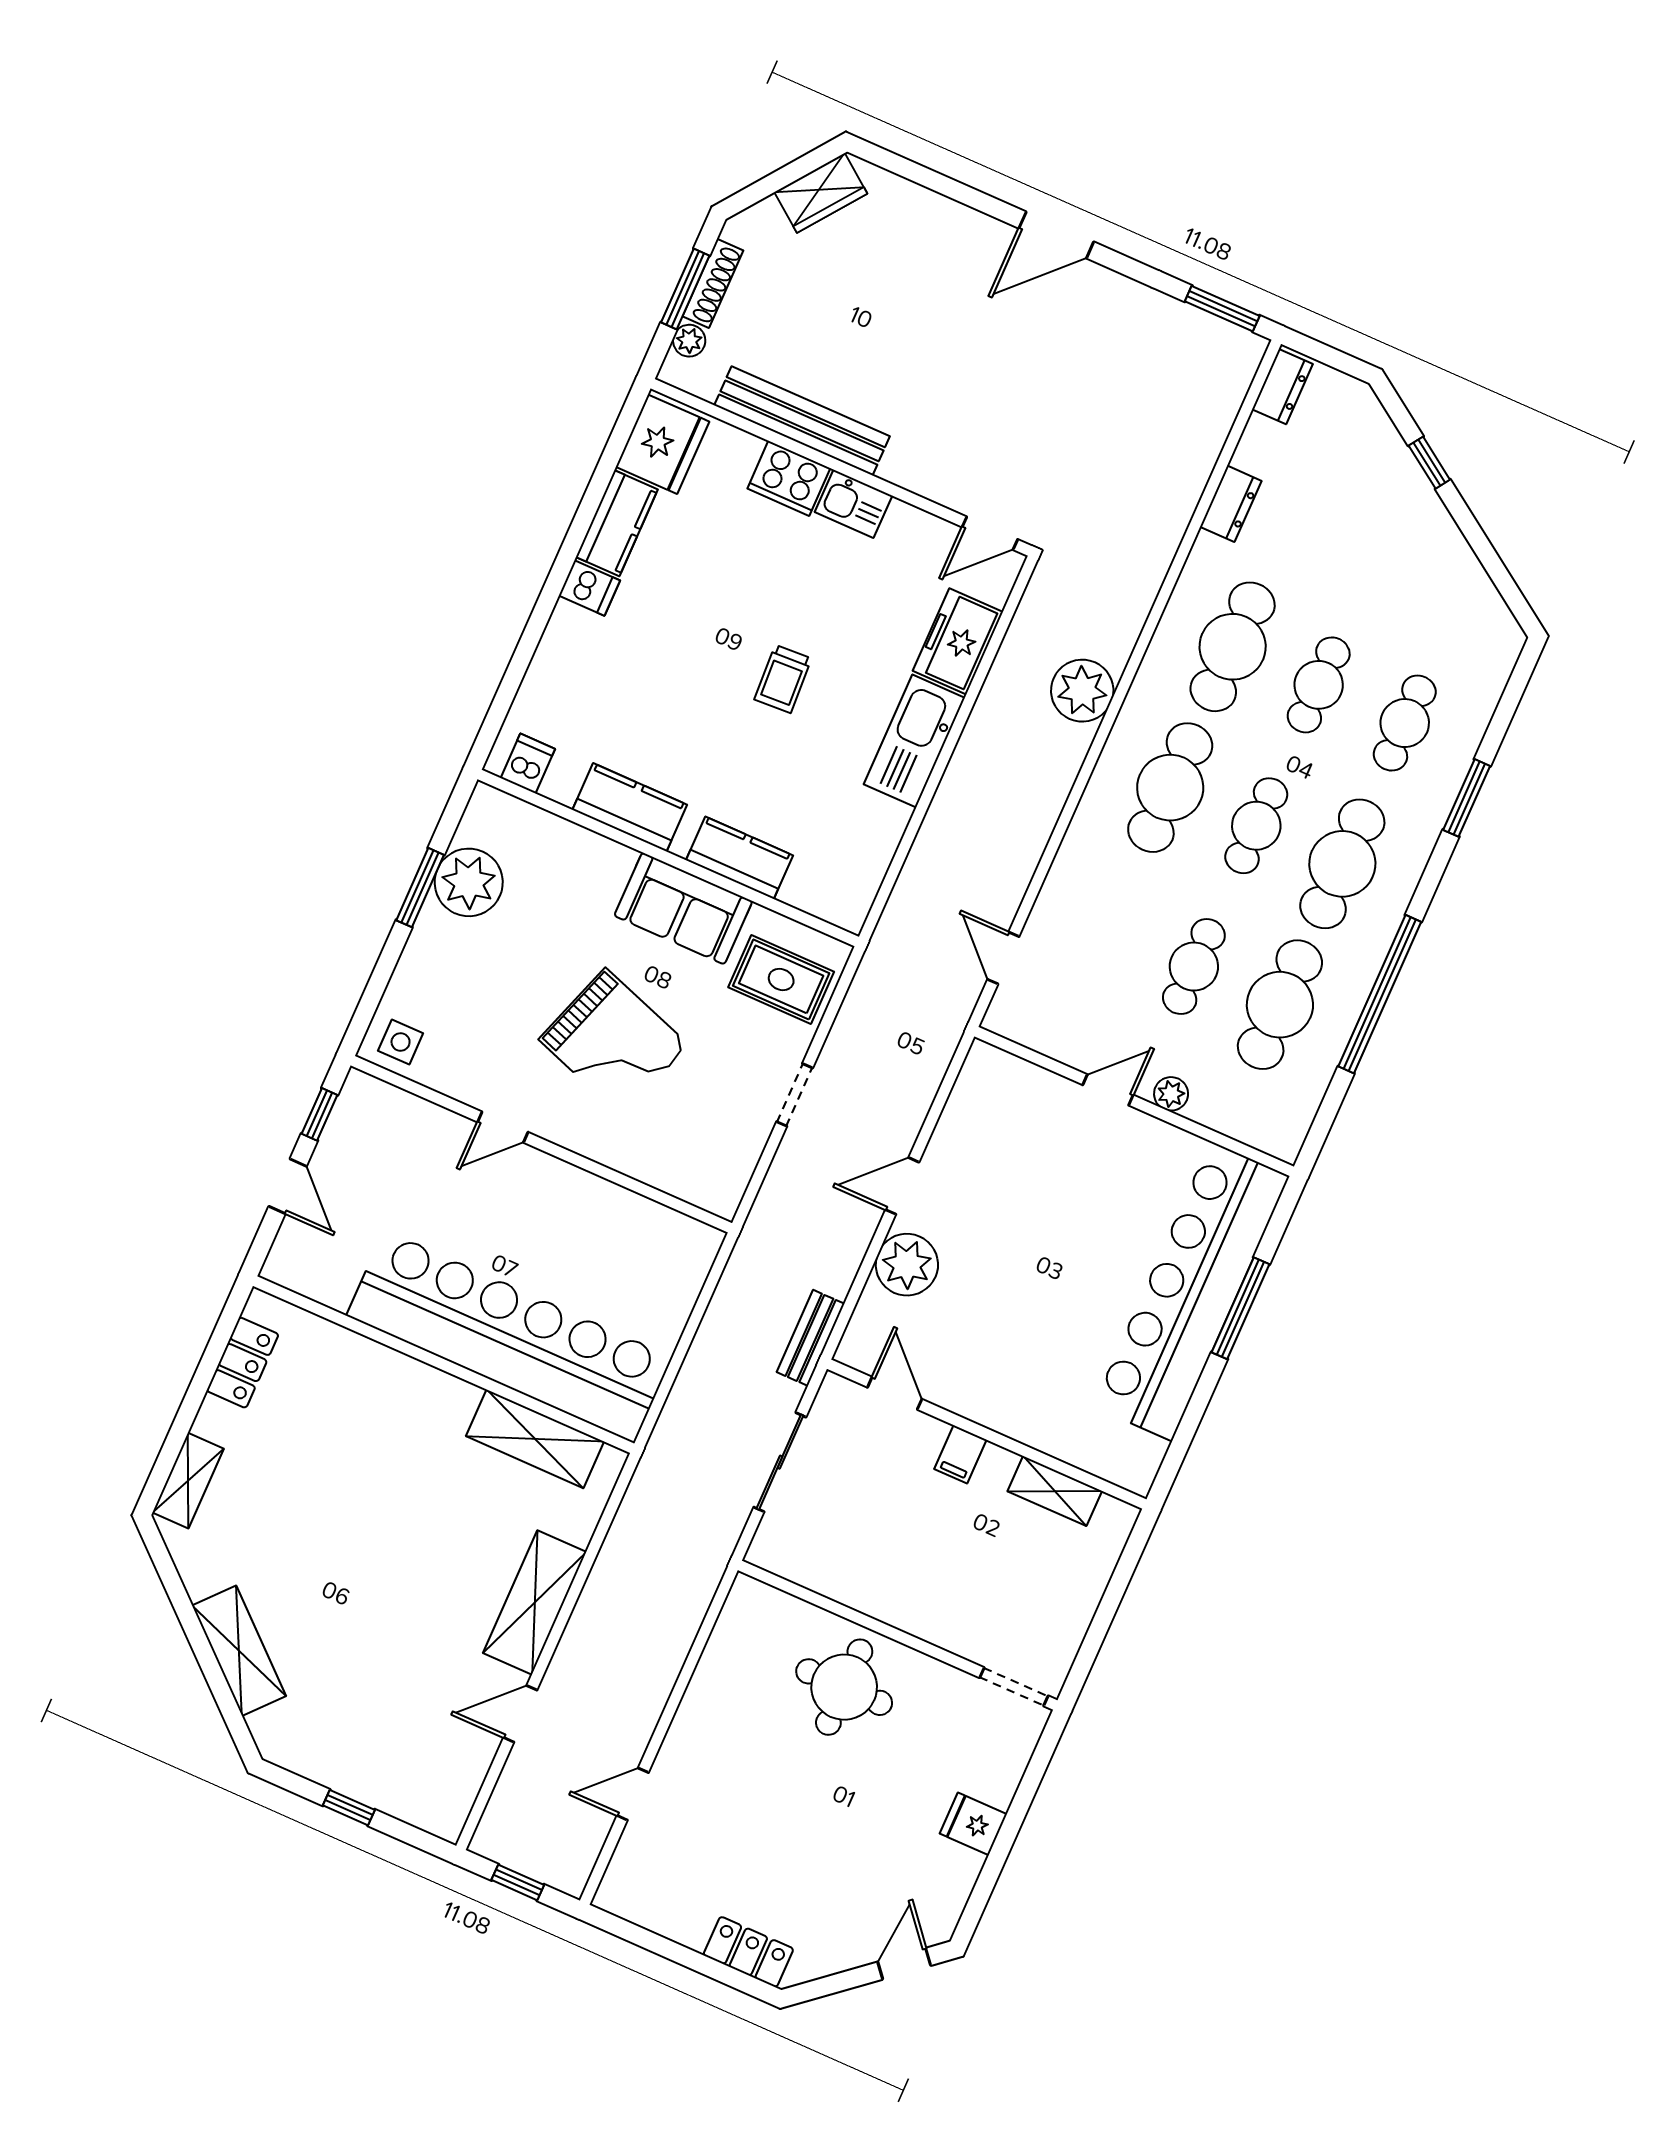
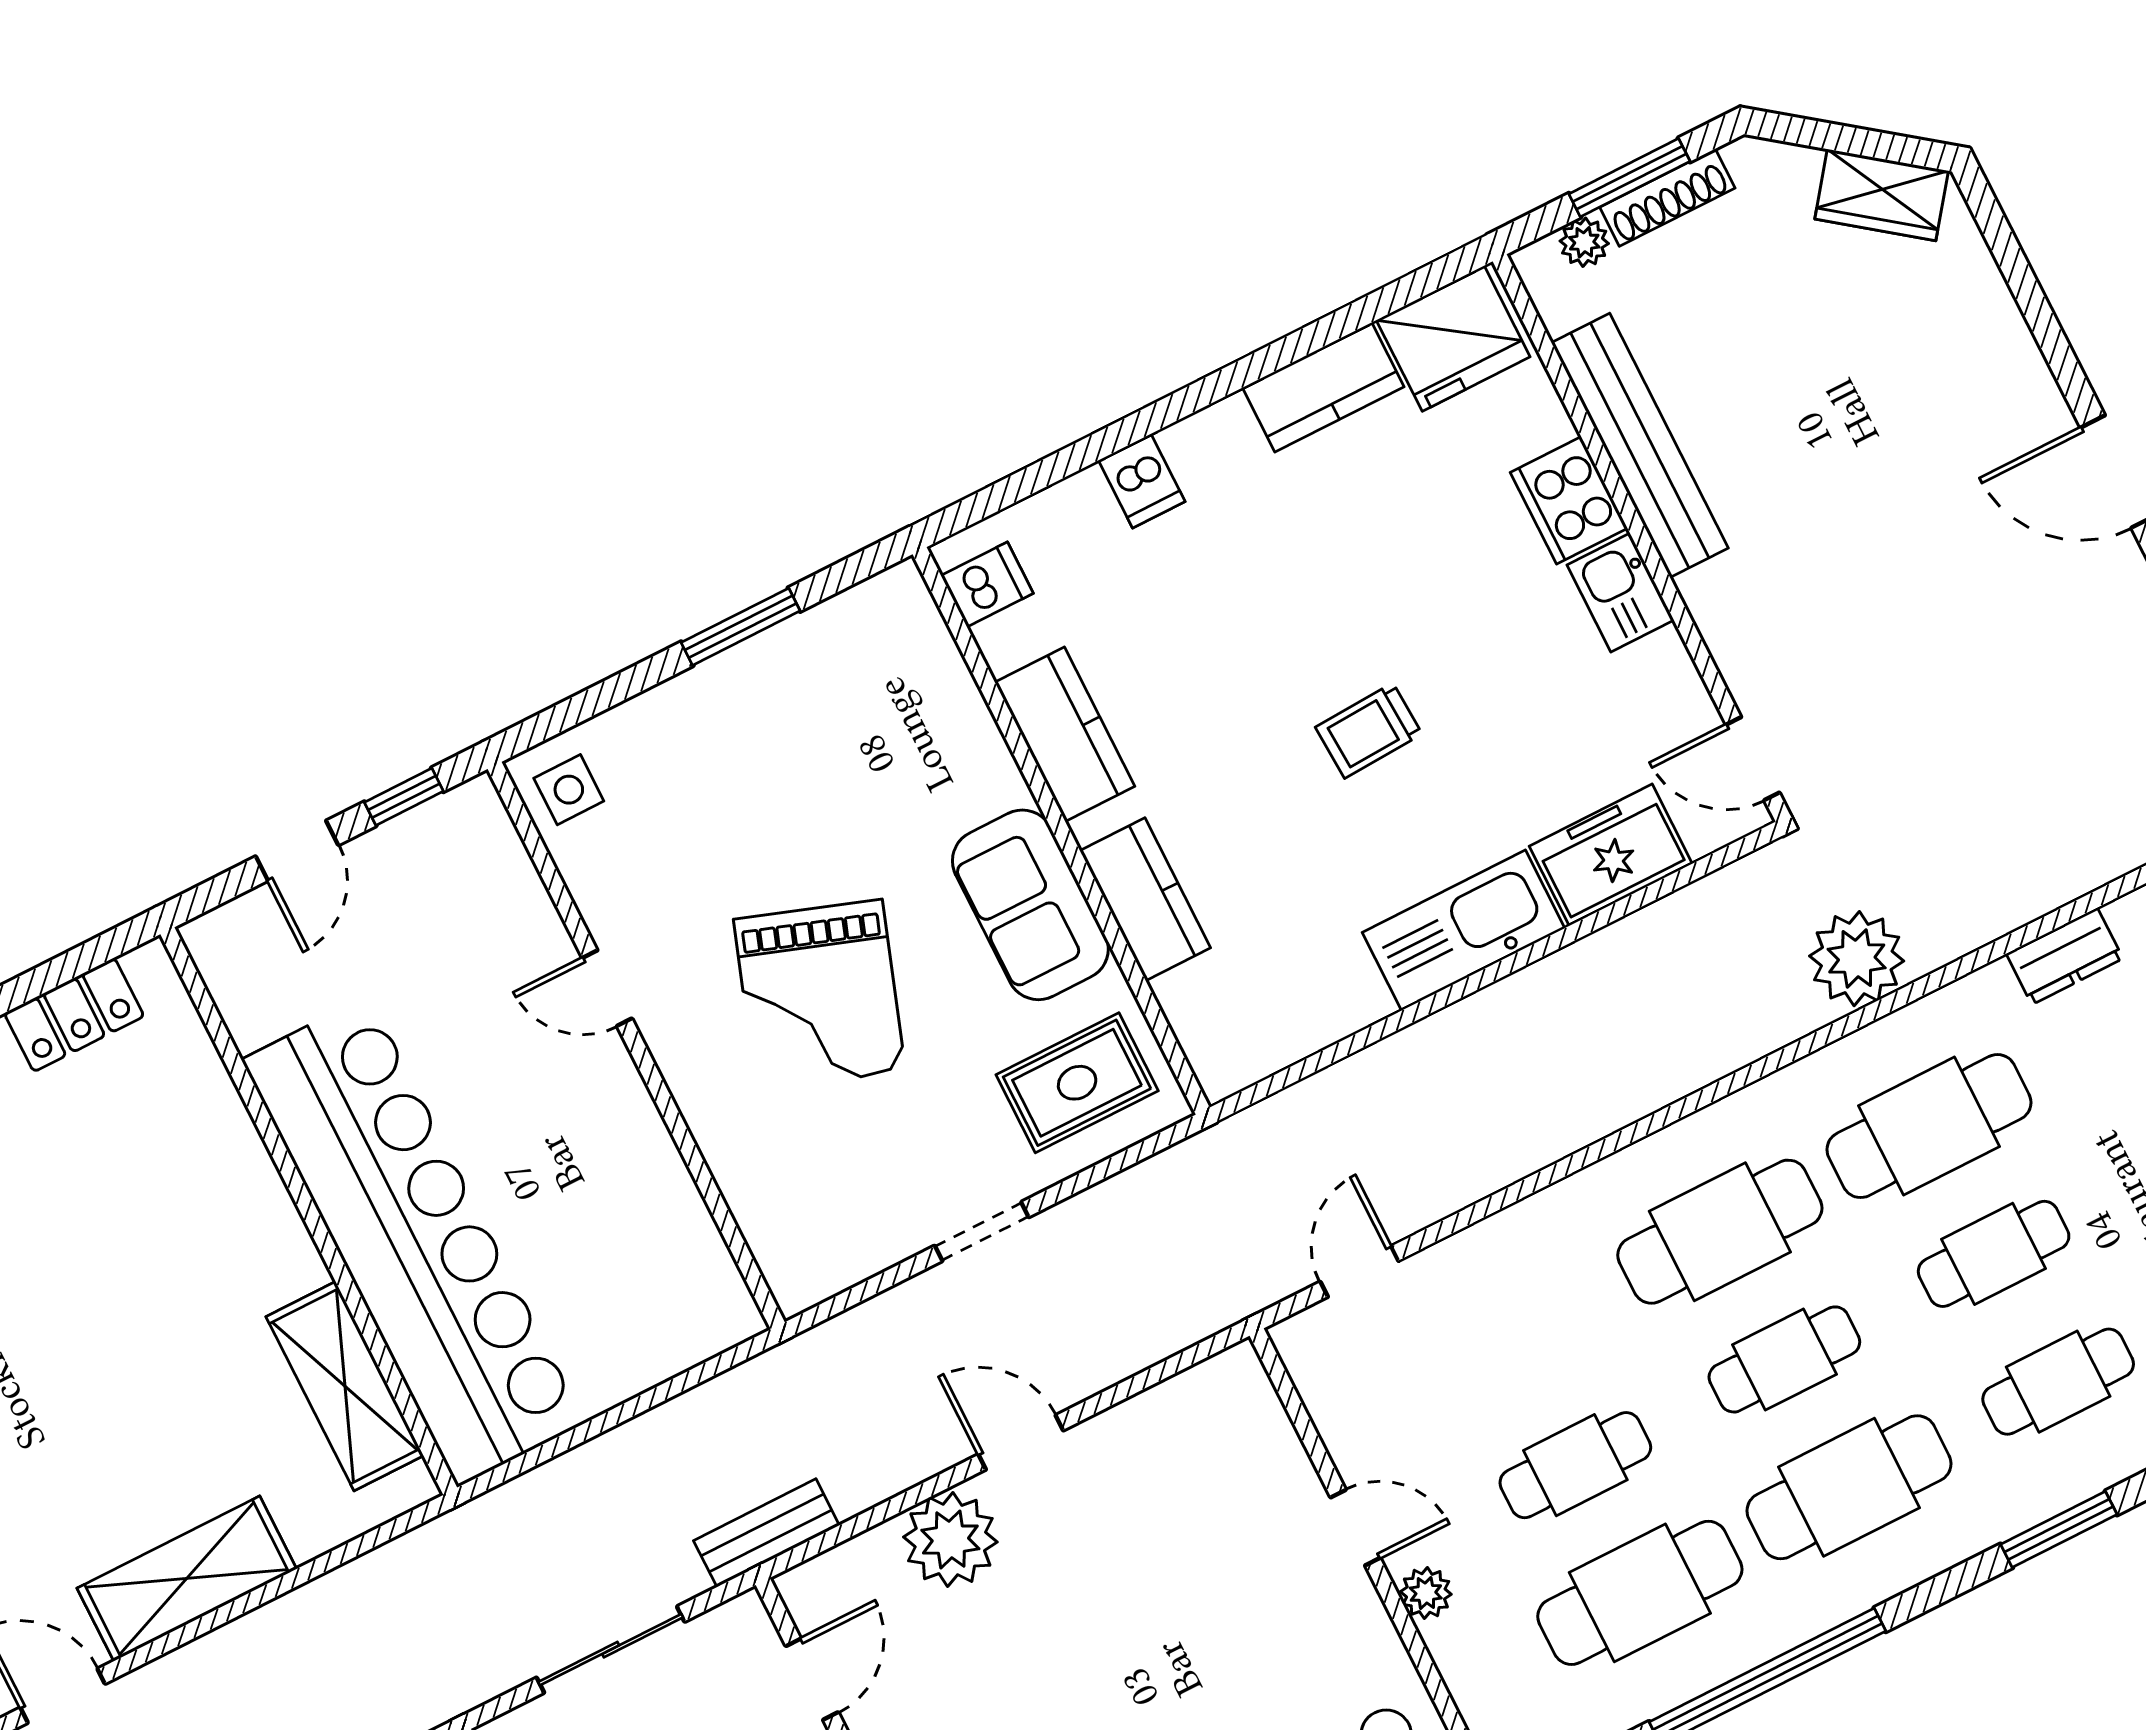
dishwasher: (589, 588) -> (1142, 481), moved
plant: (1082, 691) -> (1857, 959), moved
plant: (469, 882) -> (803, 667), removed
rug: (781, 979) -> (1077, 1083), turned 90

